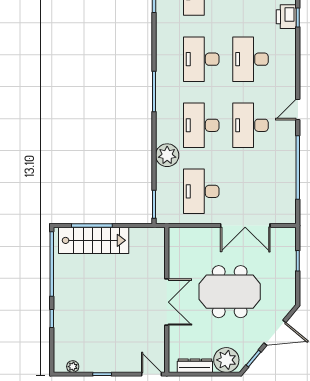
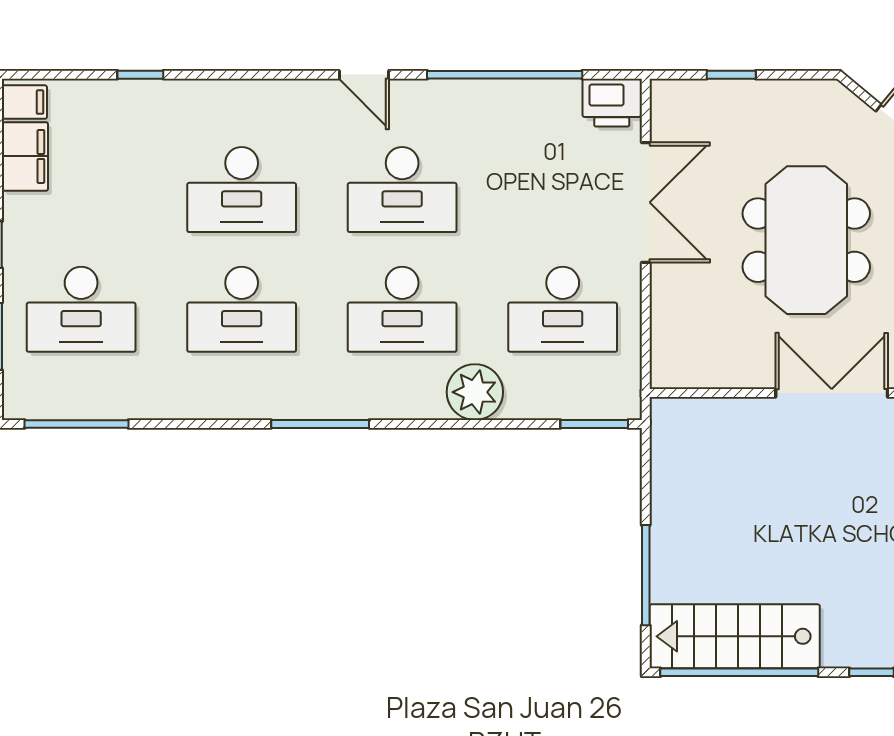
printer: (286, 17) -> (612, 103), moved
stairs: (94, 240) -> (735, 636), moved, turned -90

